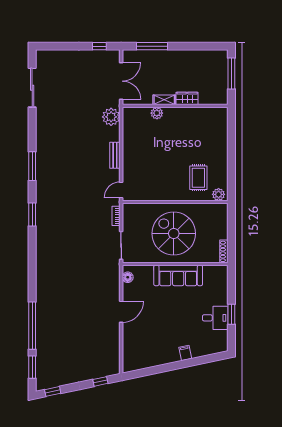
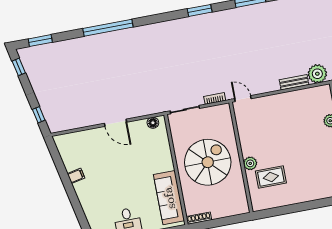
bench: (115, 155) -> (294, 82), moved
plant: (219, 194) -> (250, 163), moved
sofa: (178, 275) -> (169, 198), moved
window: (32, 326) -> (108, 28), moved
filing cabinet: (185, 353) -> (76, 176), moved

